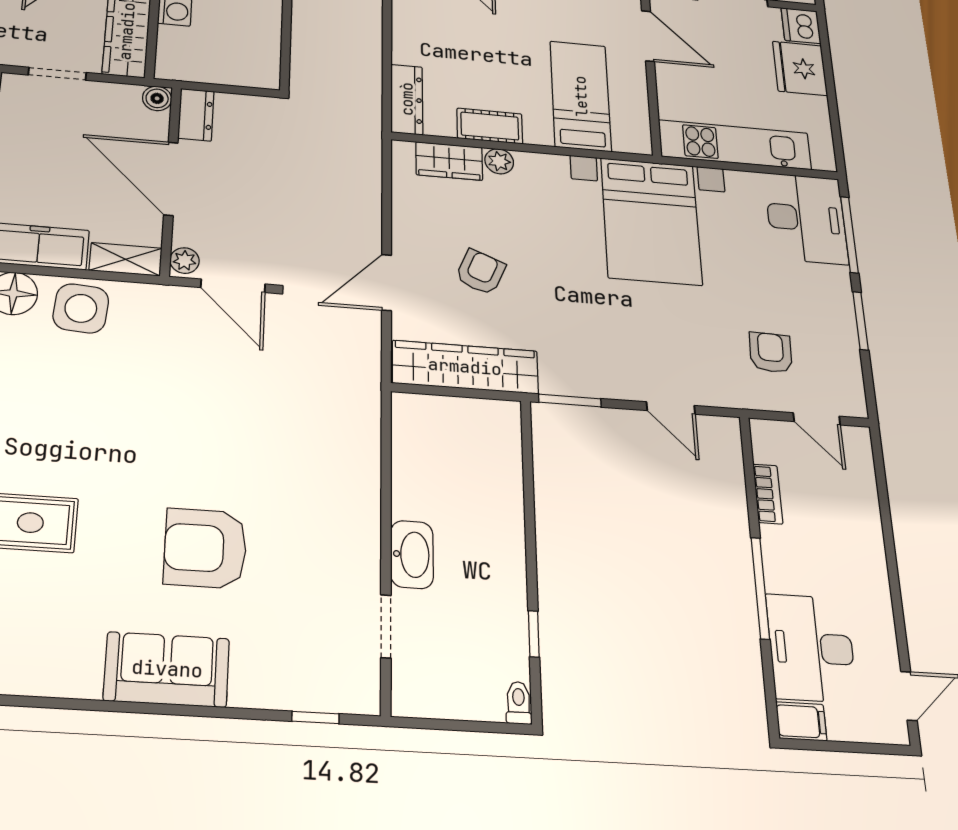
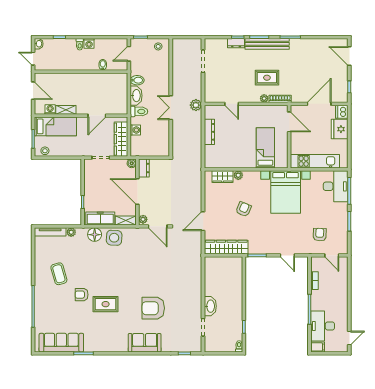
dresser: (407, 99) -> (209, 132), moved
cot: (490, 126) -> (236, 162), removed
armchair: (480, 272) -> (244, 209), moved

